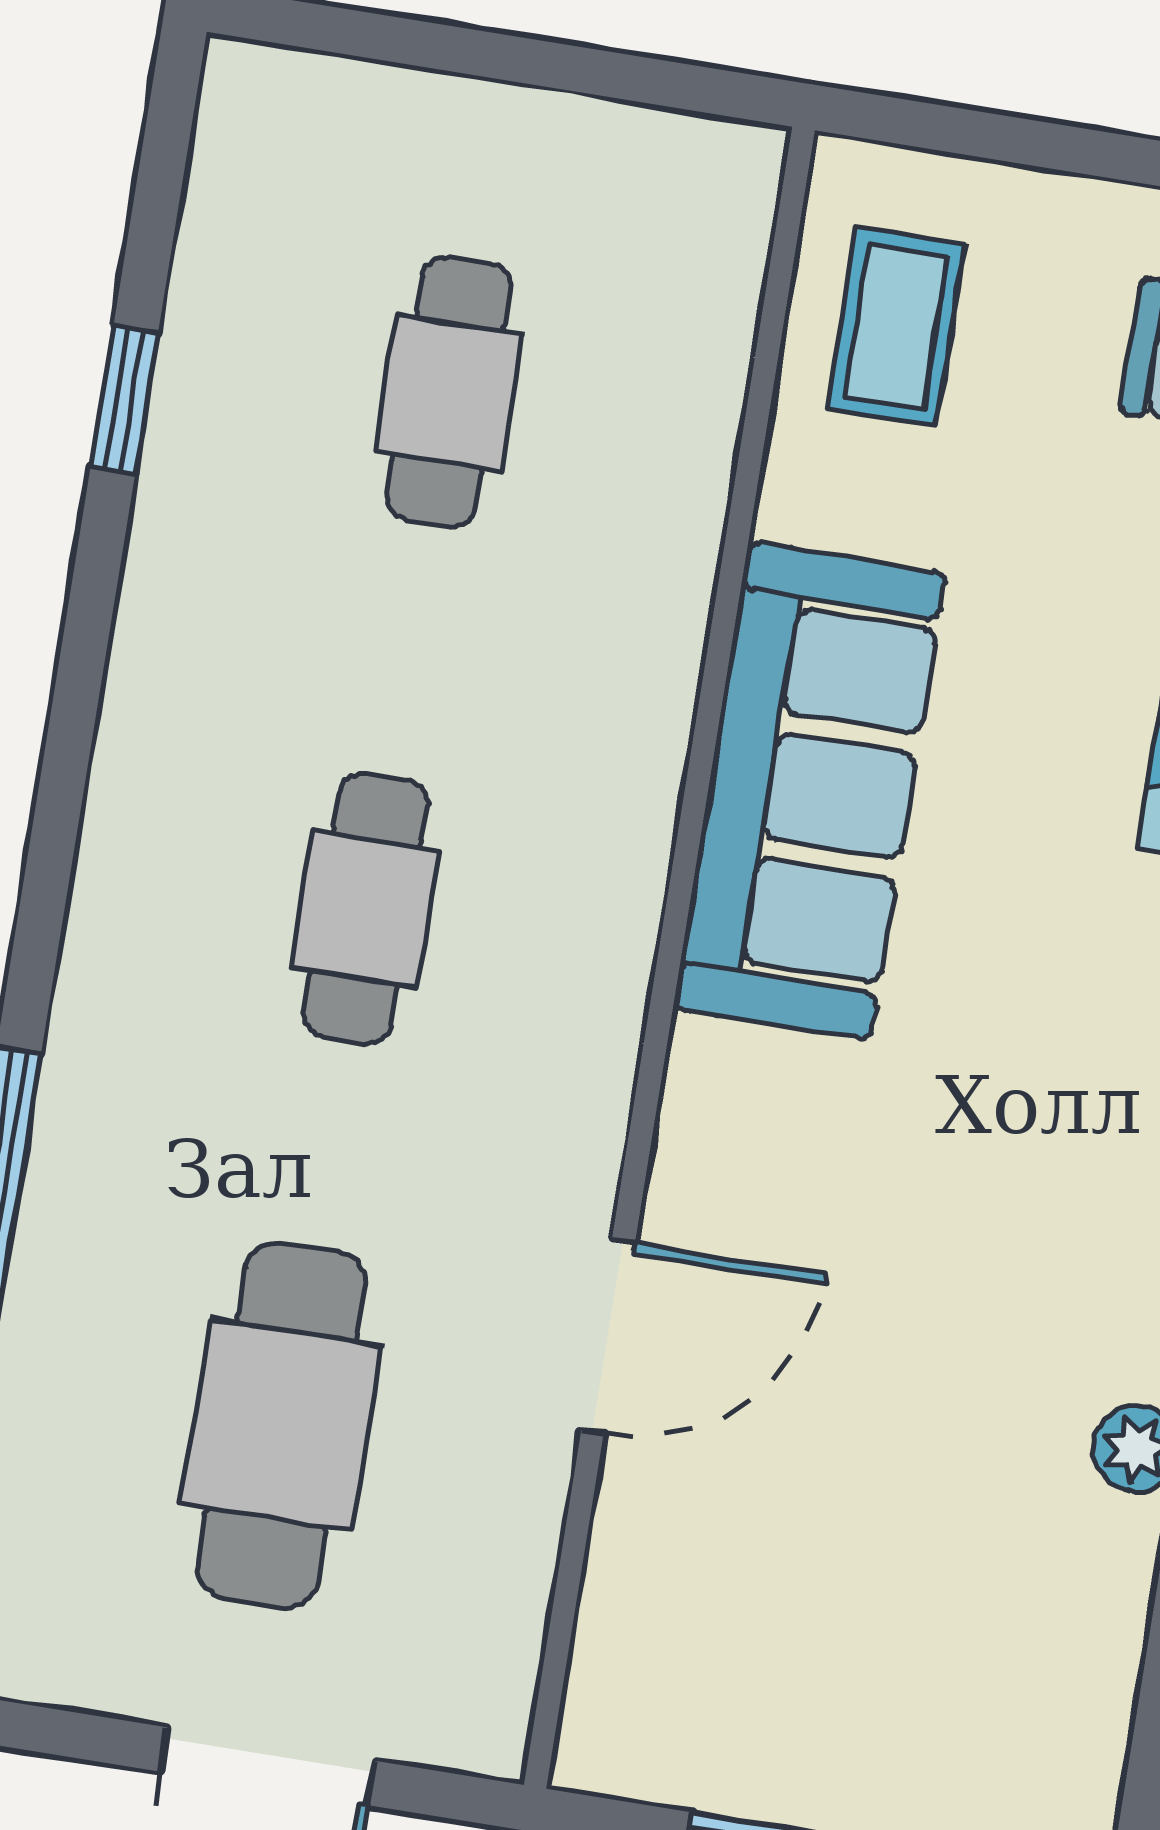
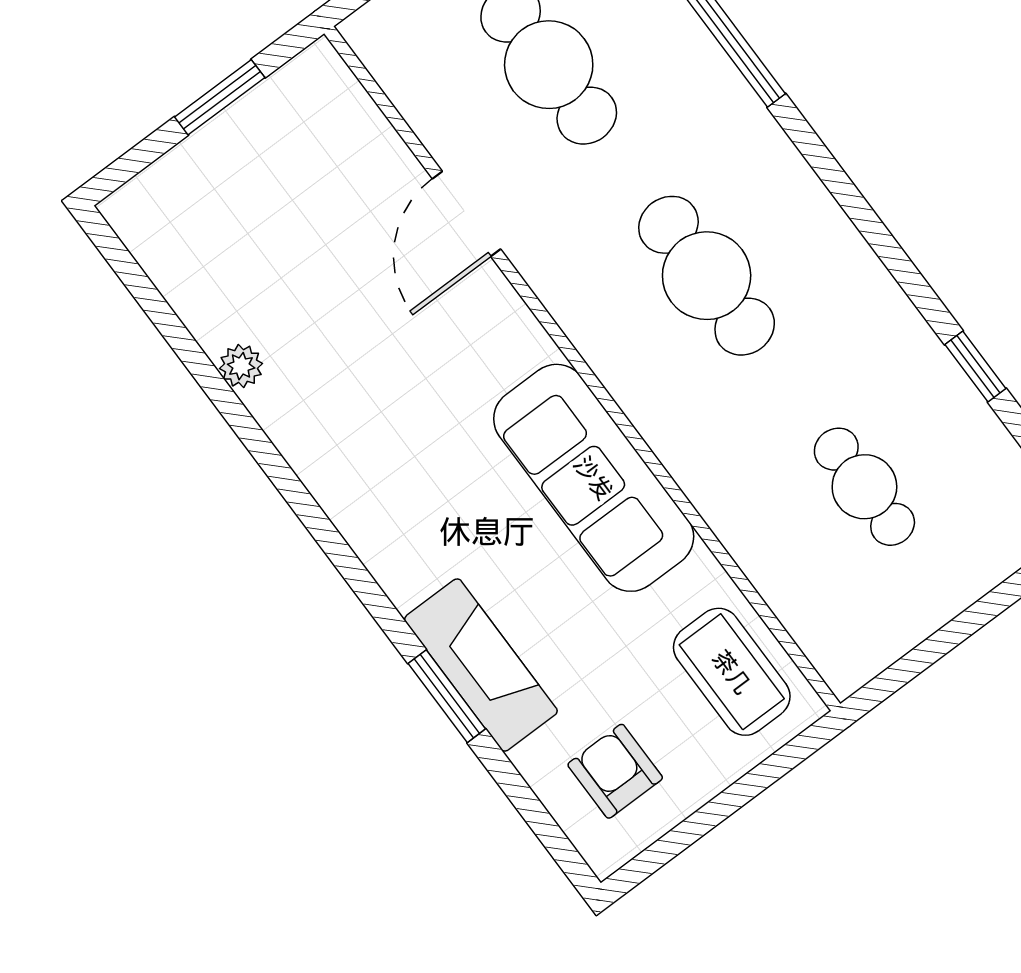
coffee table: (896, 326) -> (732, 672), width x1.36, depth x1.30
cafe table: (365, 908) -> (707, 276), width x1.37, depth x1.35

